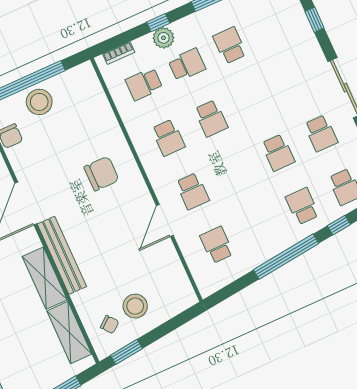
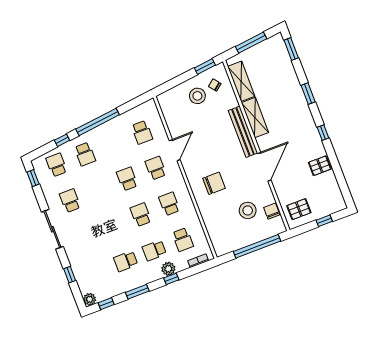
school desk: (230, 45) -> (126, 261), turned 90
school desk: (144, 84) -> (183, 240), turned 90
stool: (39, 102) -> (248, 210), moved
school desk: (278, 153) -> (127, 179), moved
chair: (101, 174) -> (214, 183), turned 180

